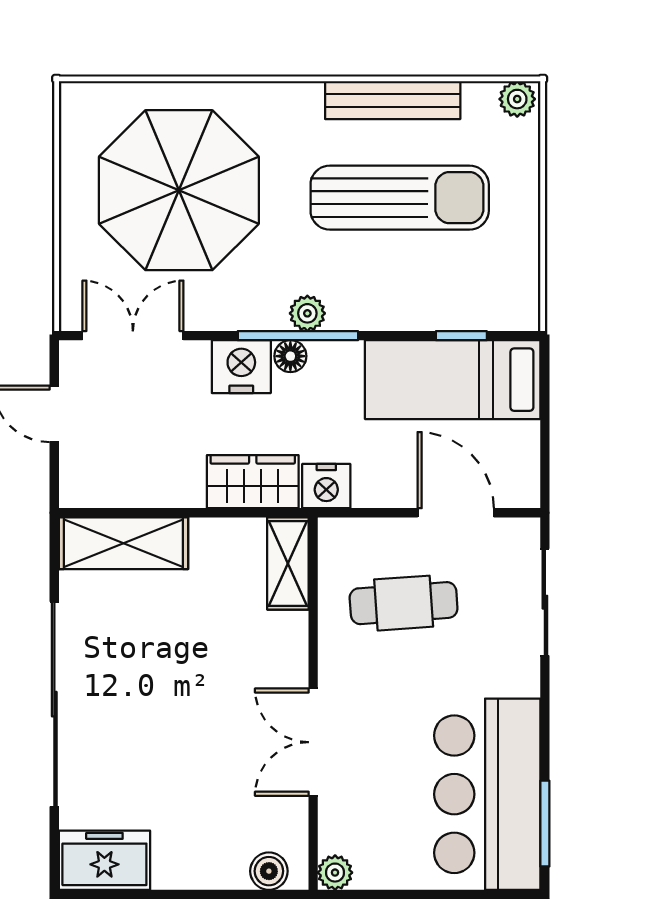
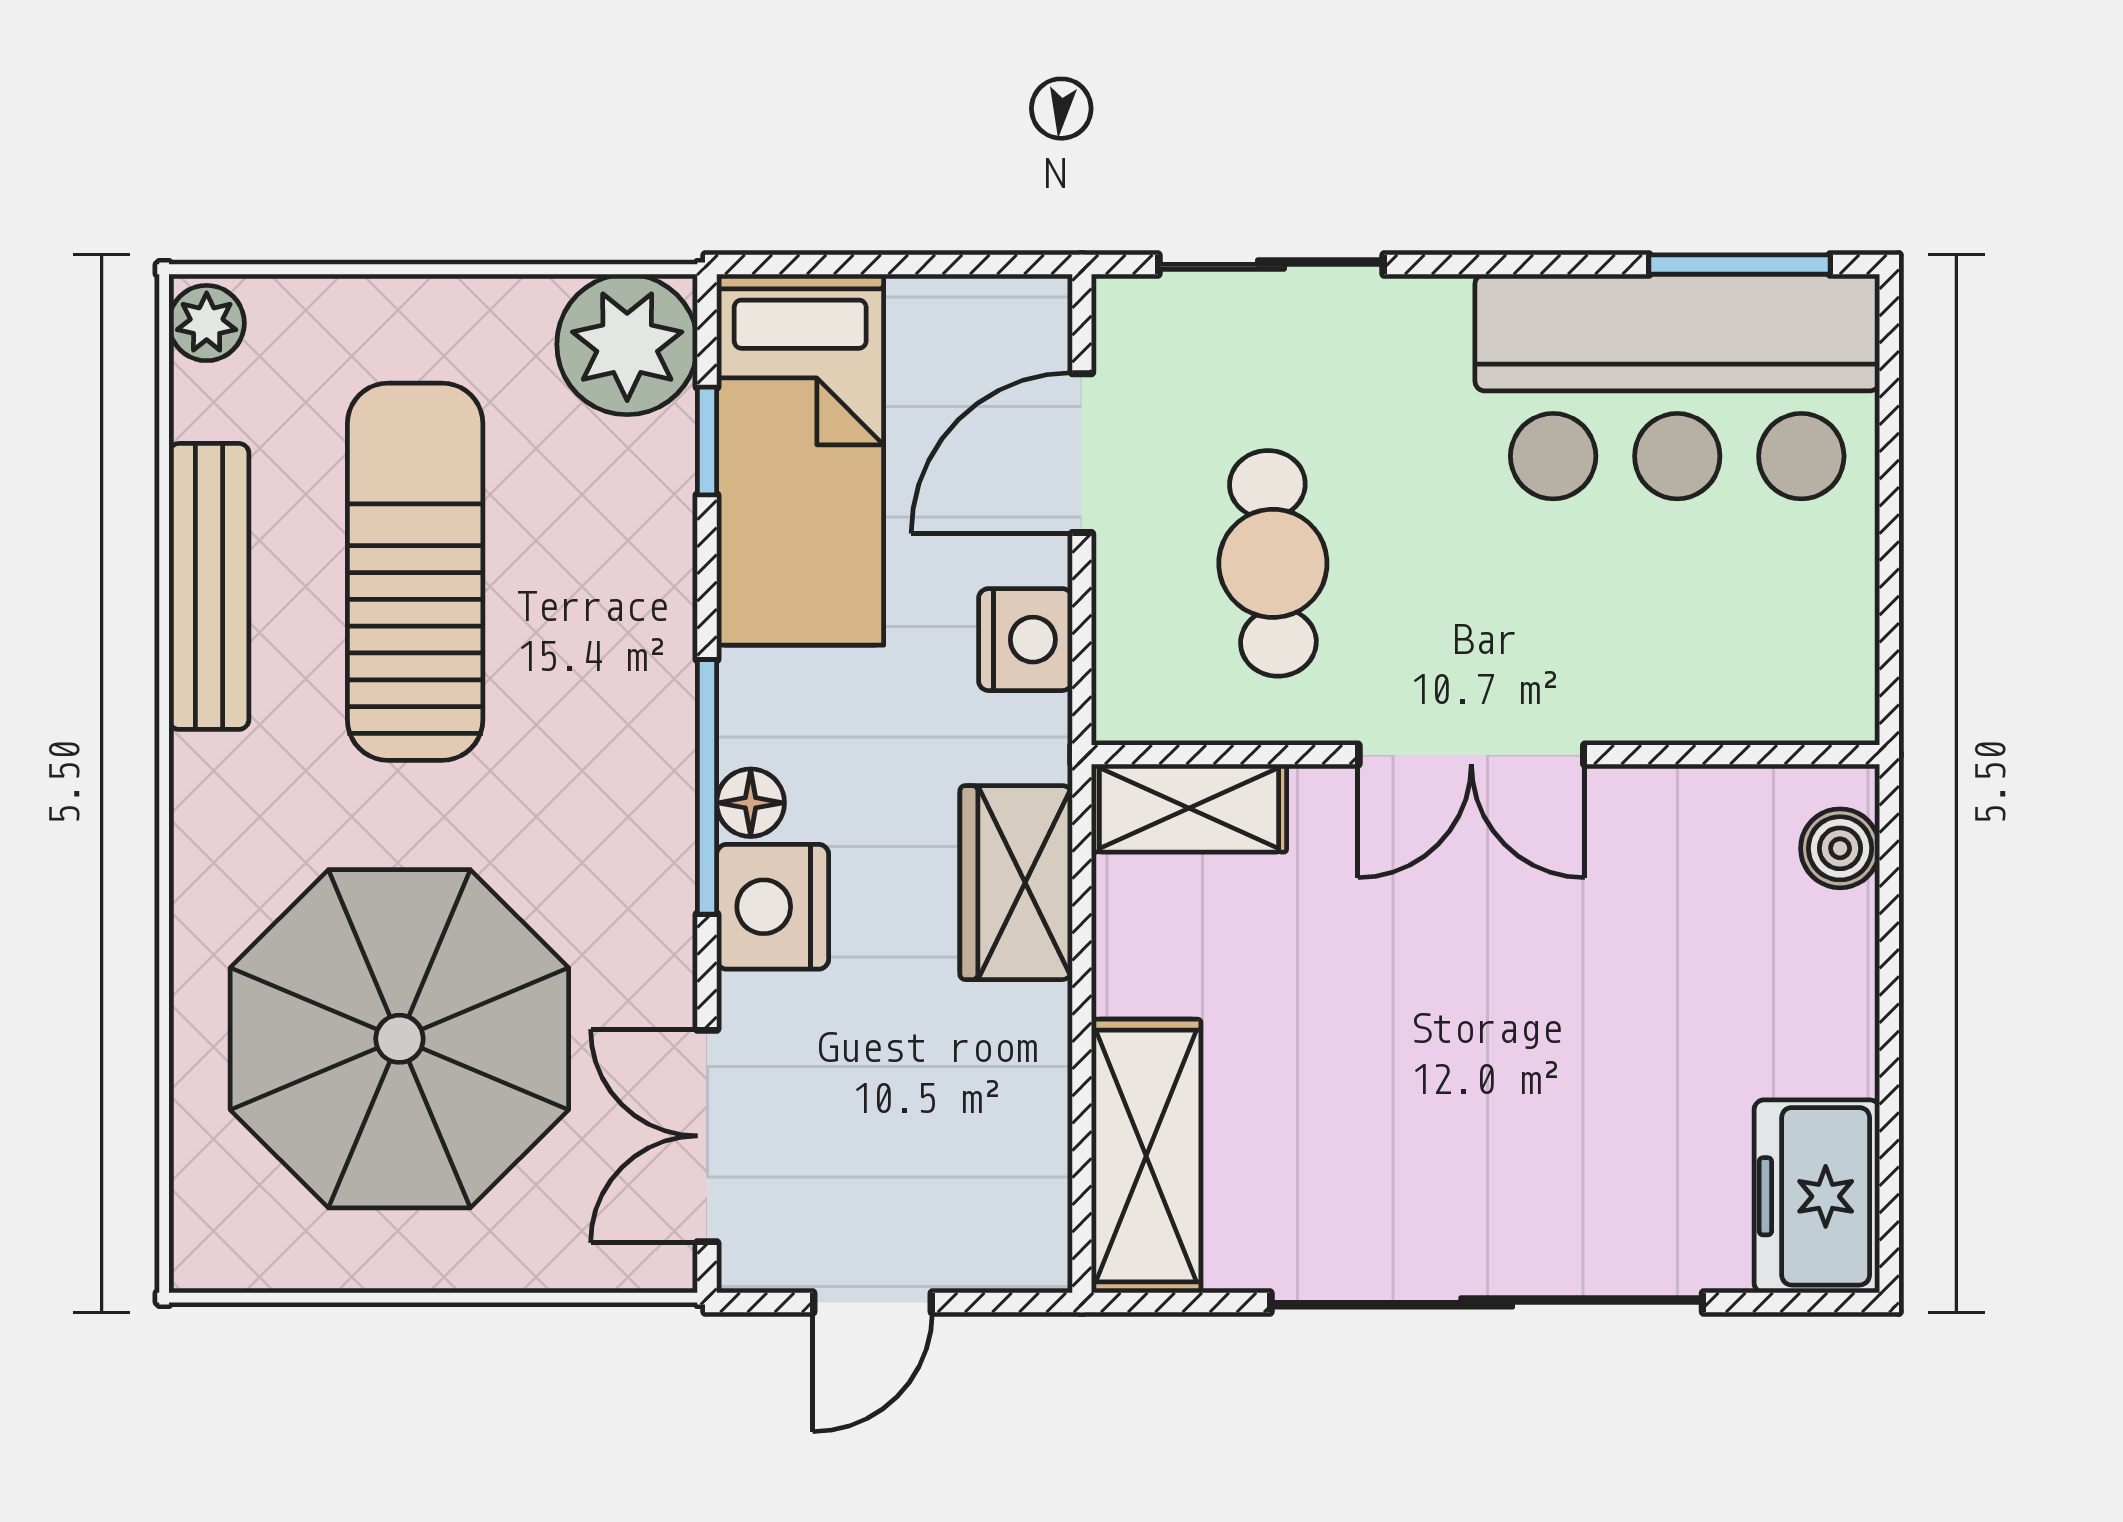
plant: (307, 313) -> (627, 344), moved, width x1.88, depth x1.88
nightstand: (326, 486) -> (1025, 640), moved
double door: (313, 742) -> (1471, 755), moved
plant: (335, 873) -> (1843, 708), removed

